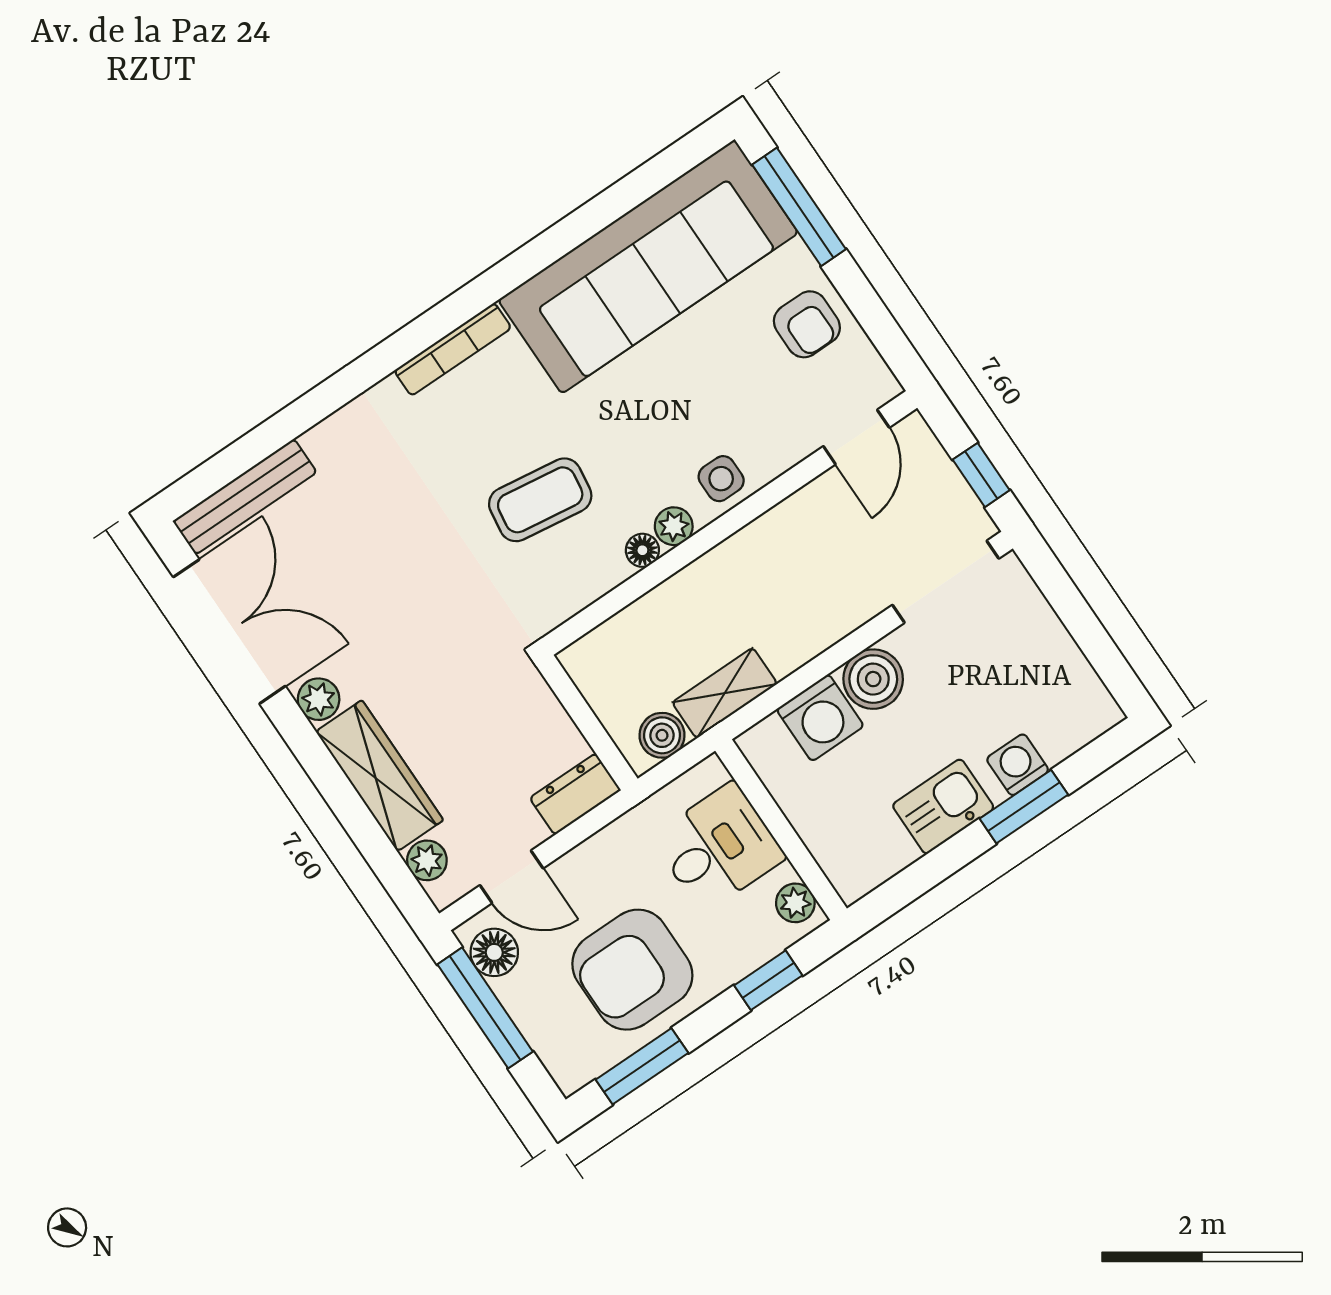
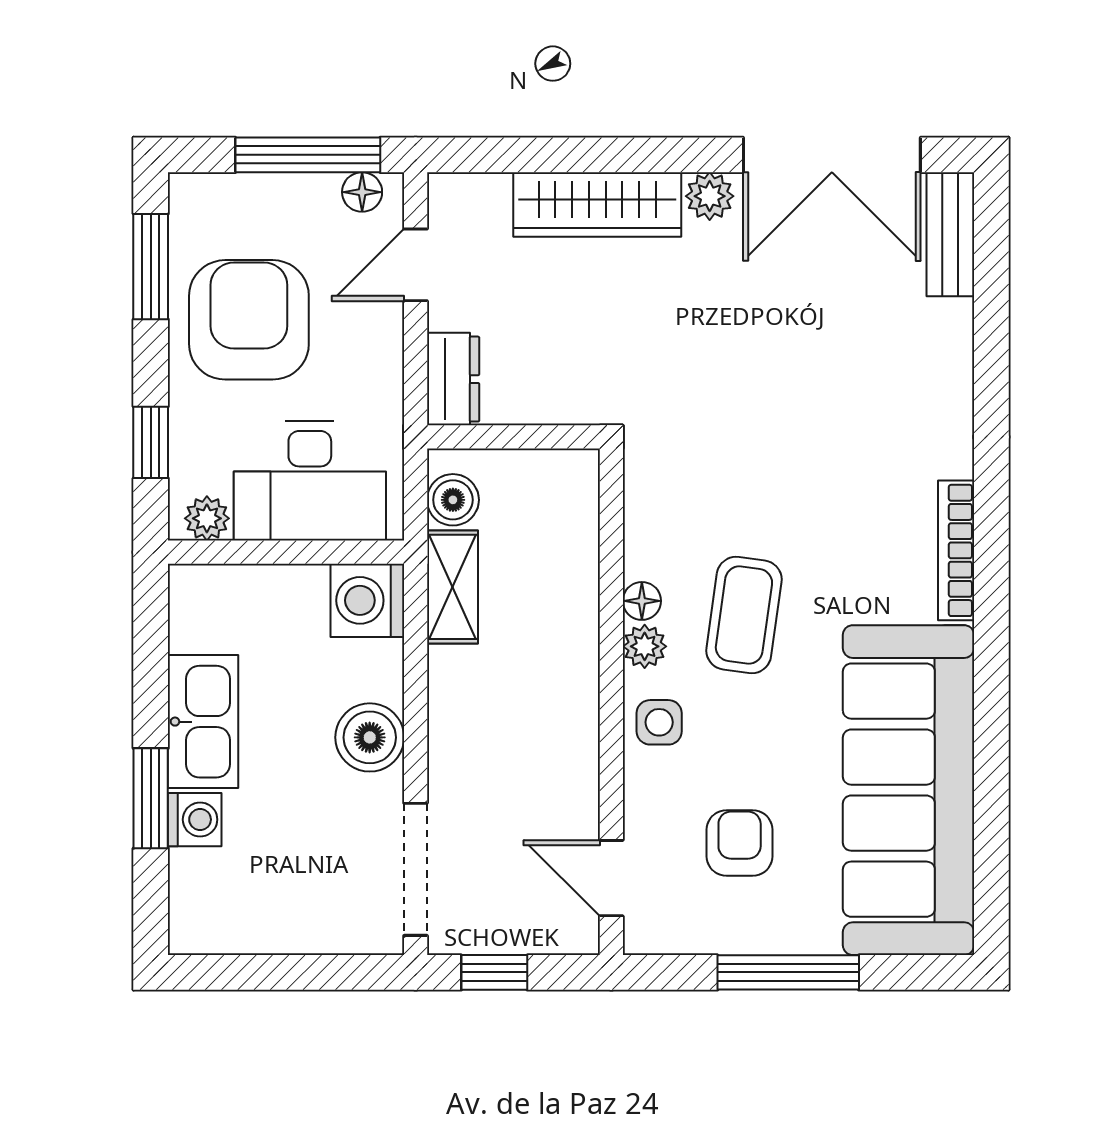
window: (799, 207) -> (788, 972), moved
armchair: (807, 324) -> (740, 843), moved, turned 90
bench: (245, 497) -> (950, 234), width x0.73
coffee table: (540, 500) -> (744, 615), moved
washing machine: (820, 718) -> (367, 600), moved
kitchen sink: (943, 806) -> (203, 722), width x1.38
desk: (718, 847) -> (310, 481), width x1.37
plant: (427, 860) -> (486, 195), removed
floor lamp: (494, 952) -> (362, 192), width x0.73, depth x0.73

